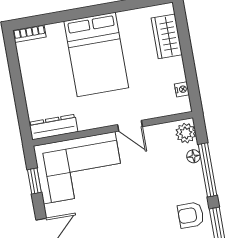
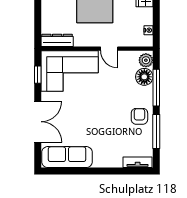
floor lamp: (193, 156) -> (144, 77), width x1.89, depth x1.89
armchair: (191, 215) -> (139, 116), turned 90

